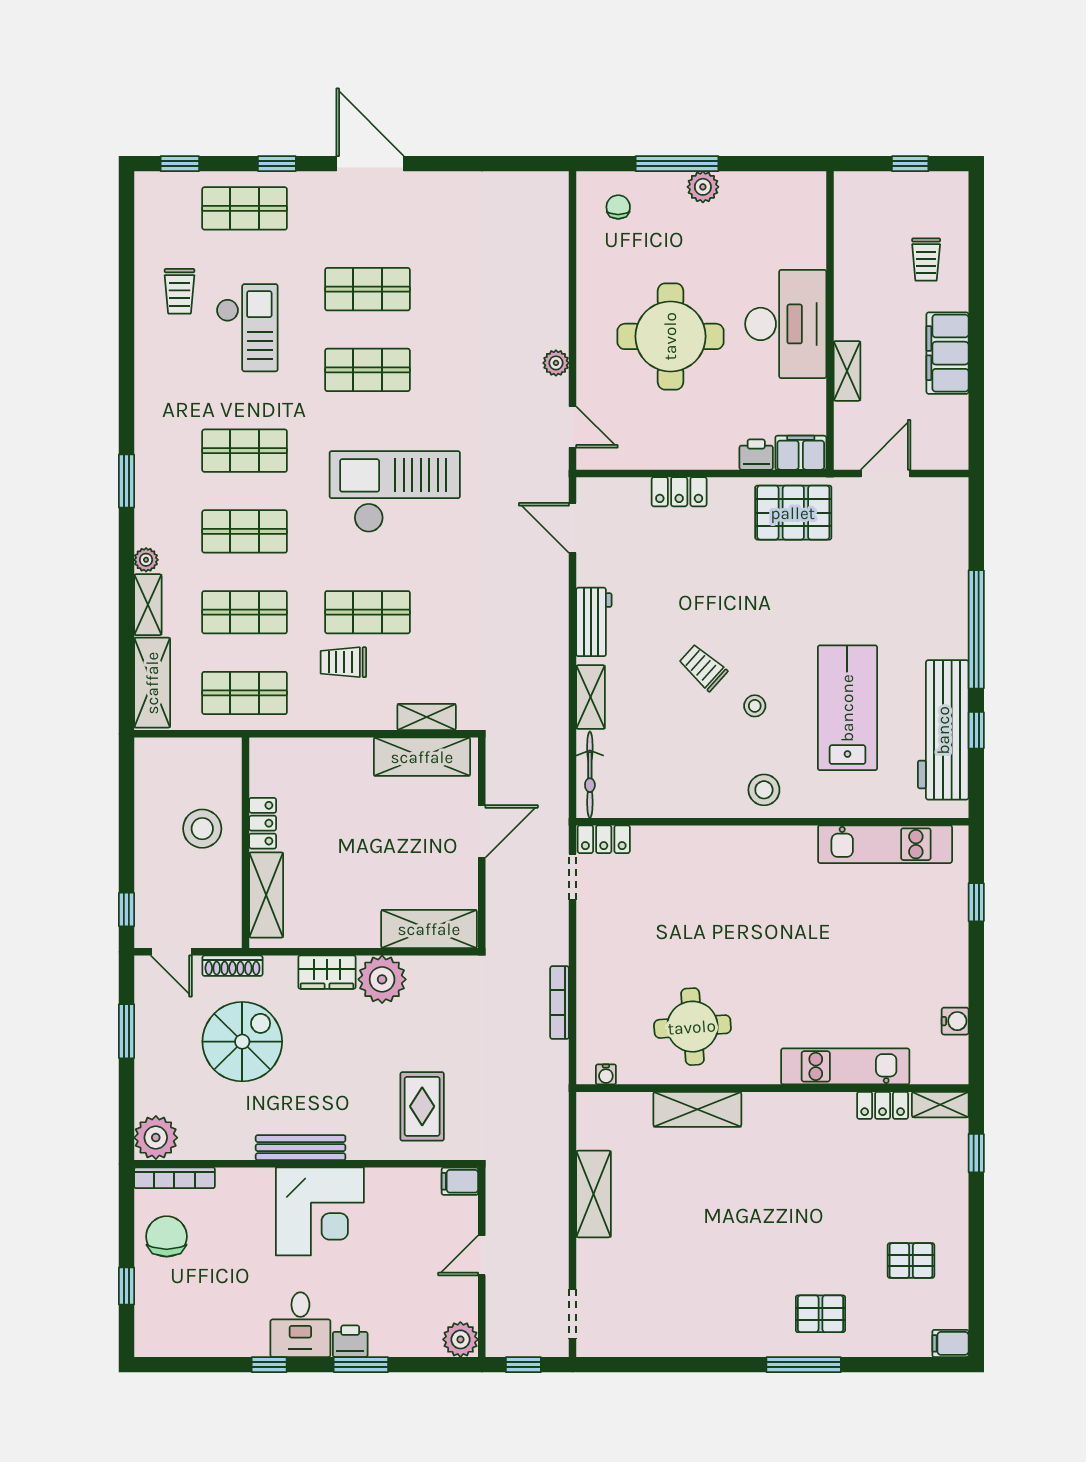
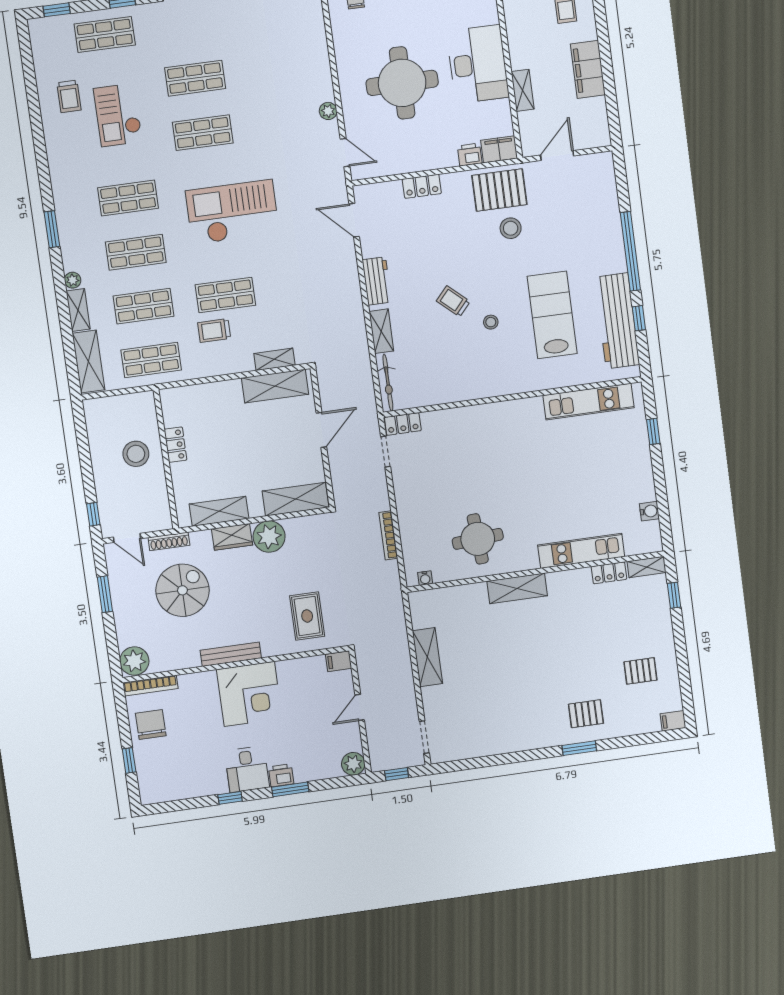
checkout: (247, 328) -> (118, 115), turned 180
stool: (764, 790) -> (511, 228), moved
shelving: (266, 895) -> (219, 511), moved, turned 90
shelving: (697, 1109) -> (517, 588), moved
window: (804, 1365) -> (579, 748), width x0.69

